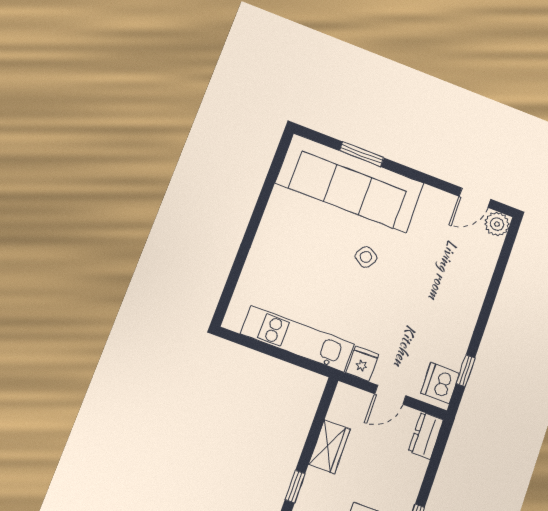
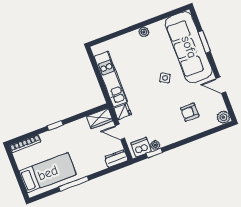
door: (475, 198) -> (221, 85), moved
plant: (269, 227) -> (144, 32), added
armchair: (448, 266) -> (190, 112), added
plant: (455, 359) -> (155, 145), added
wardrobe: (329, 447) -> (100, 118), moved

